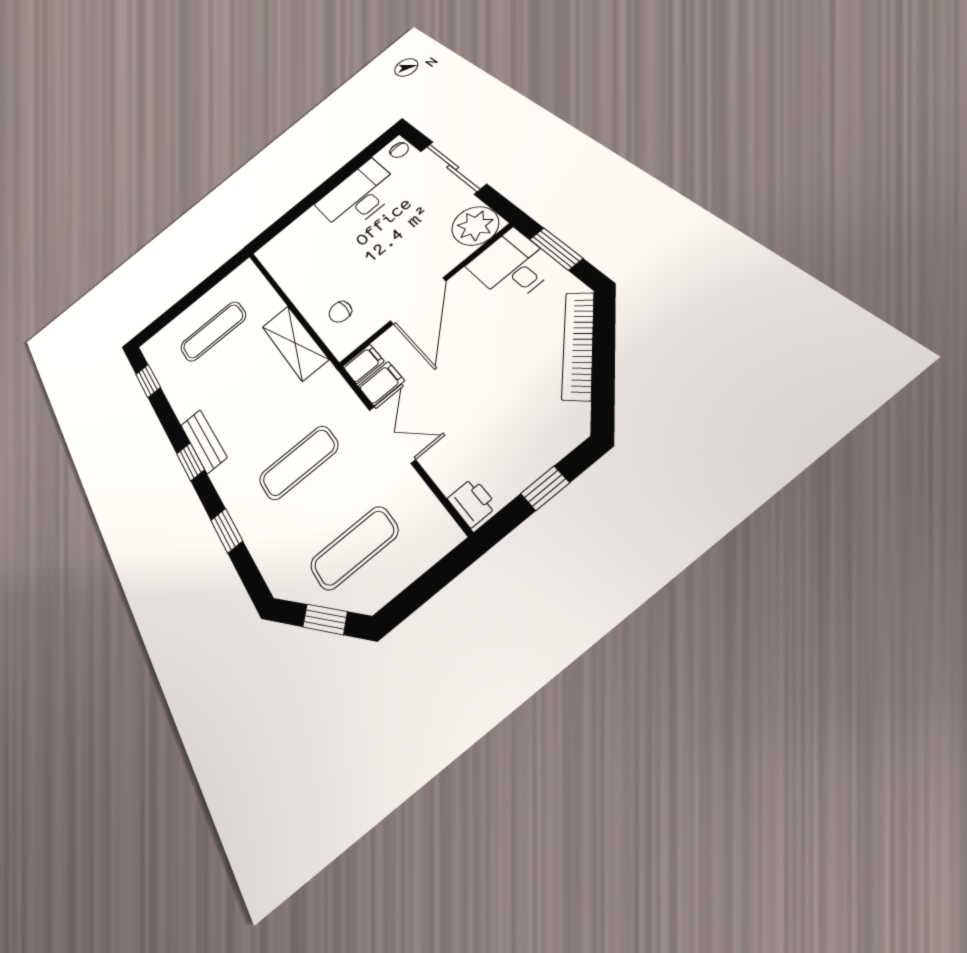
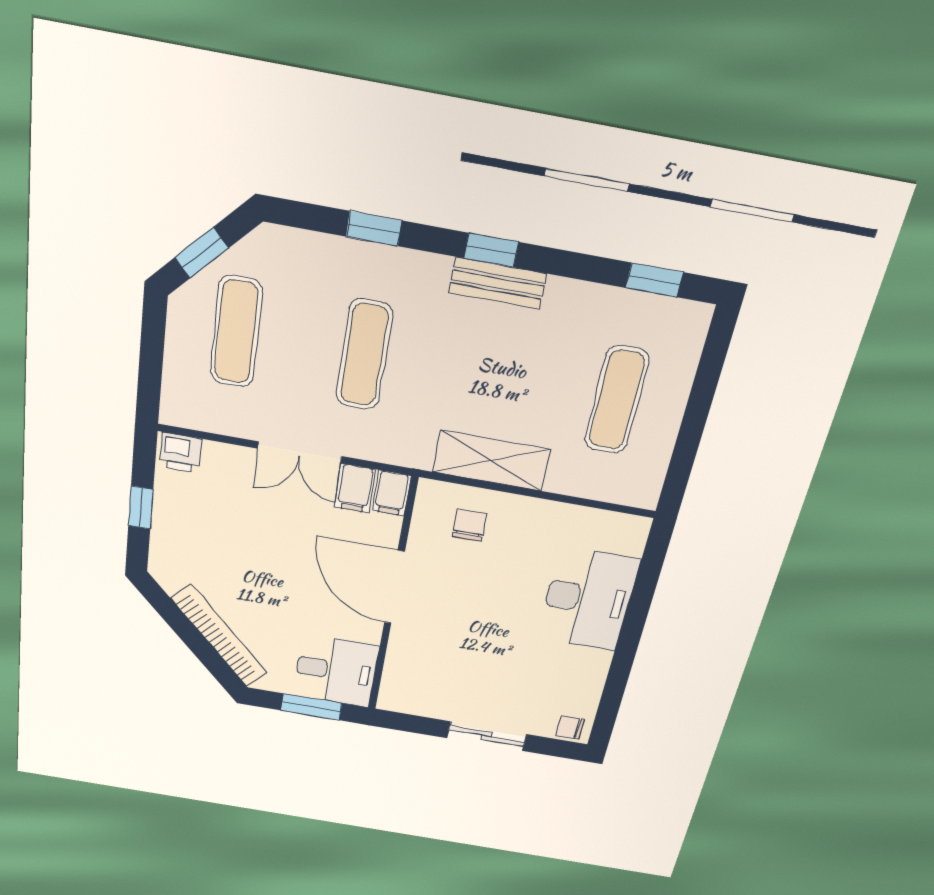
sliding door: (453, 167) -> (487, 736), width x0.73
desk: (358, 196) -> (588, 599), moved
plant: (475, 226) -> (406, 690), removed

